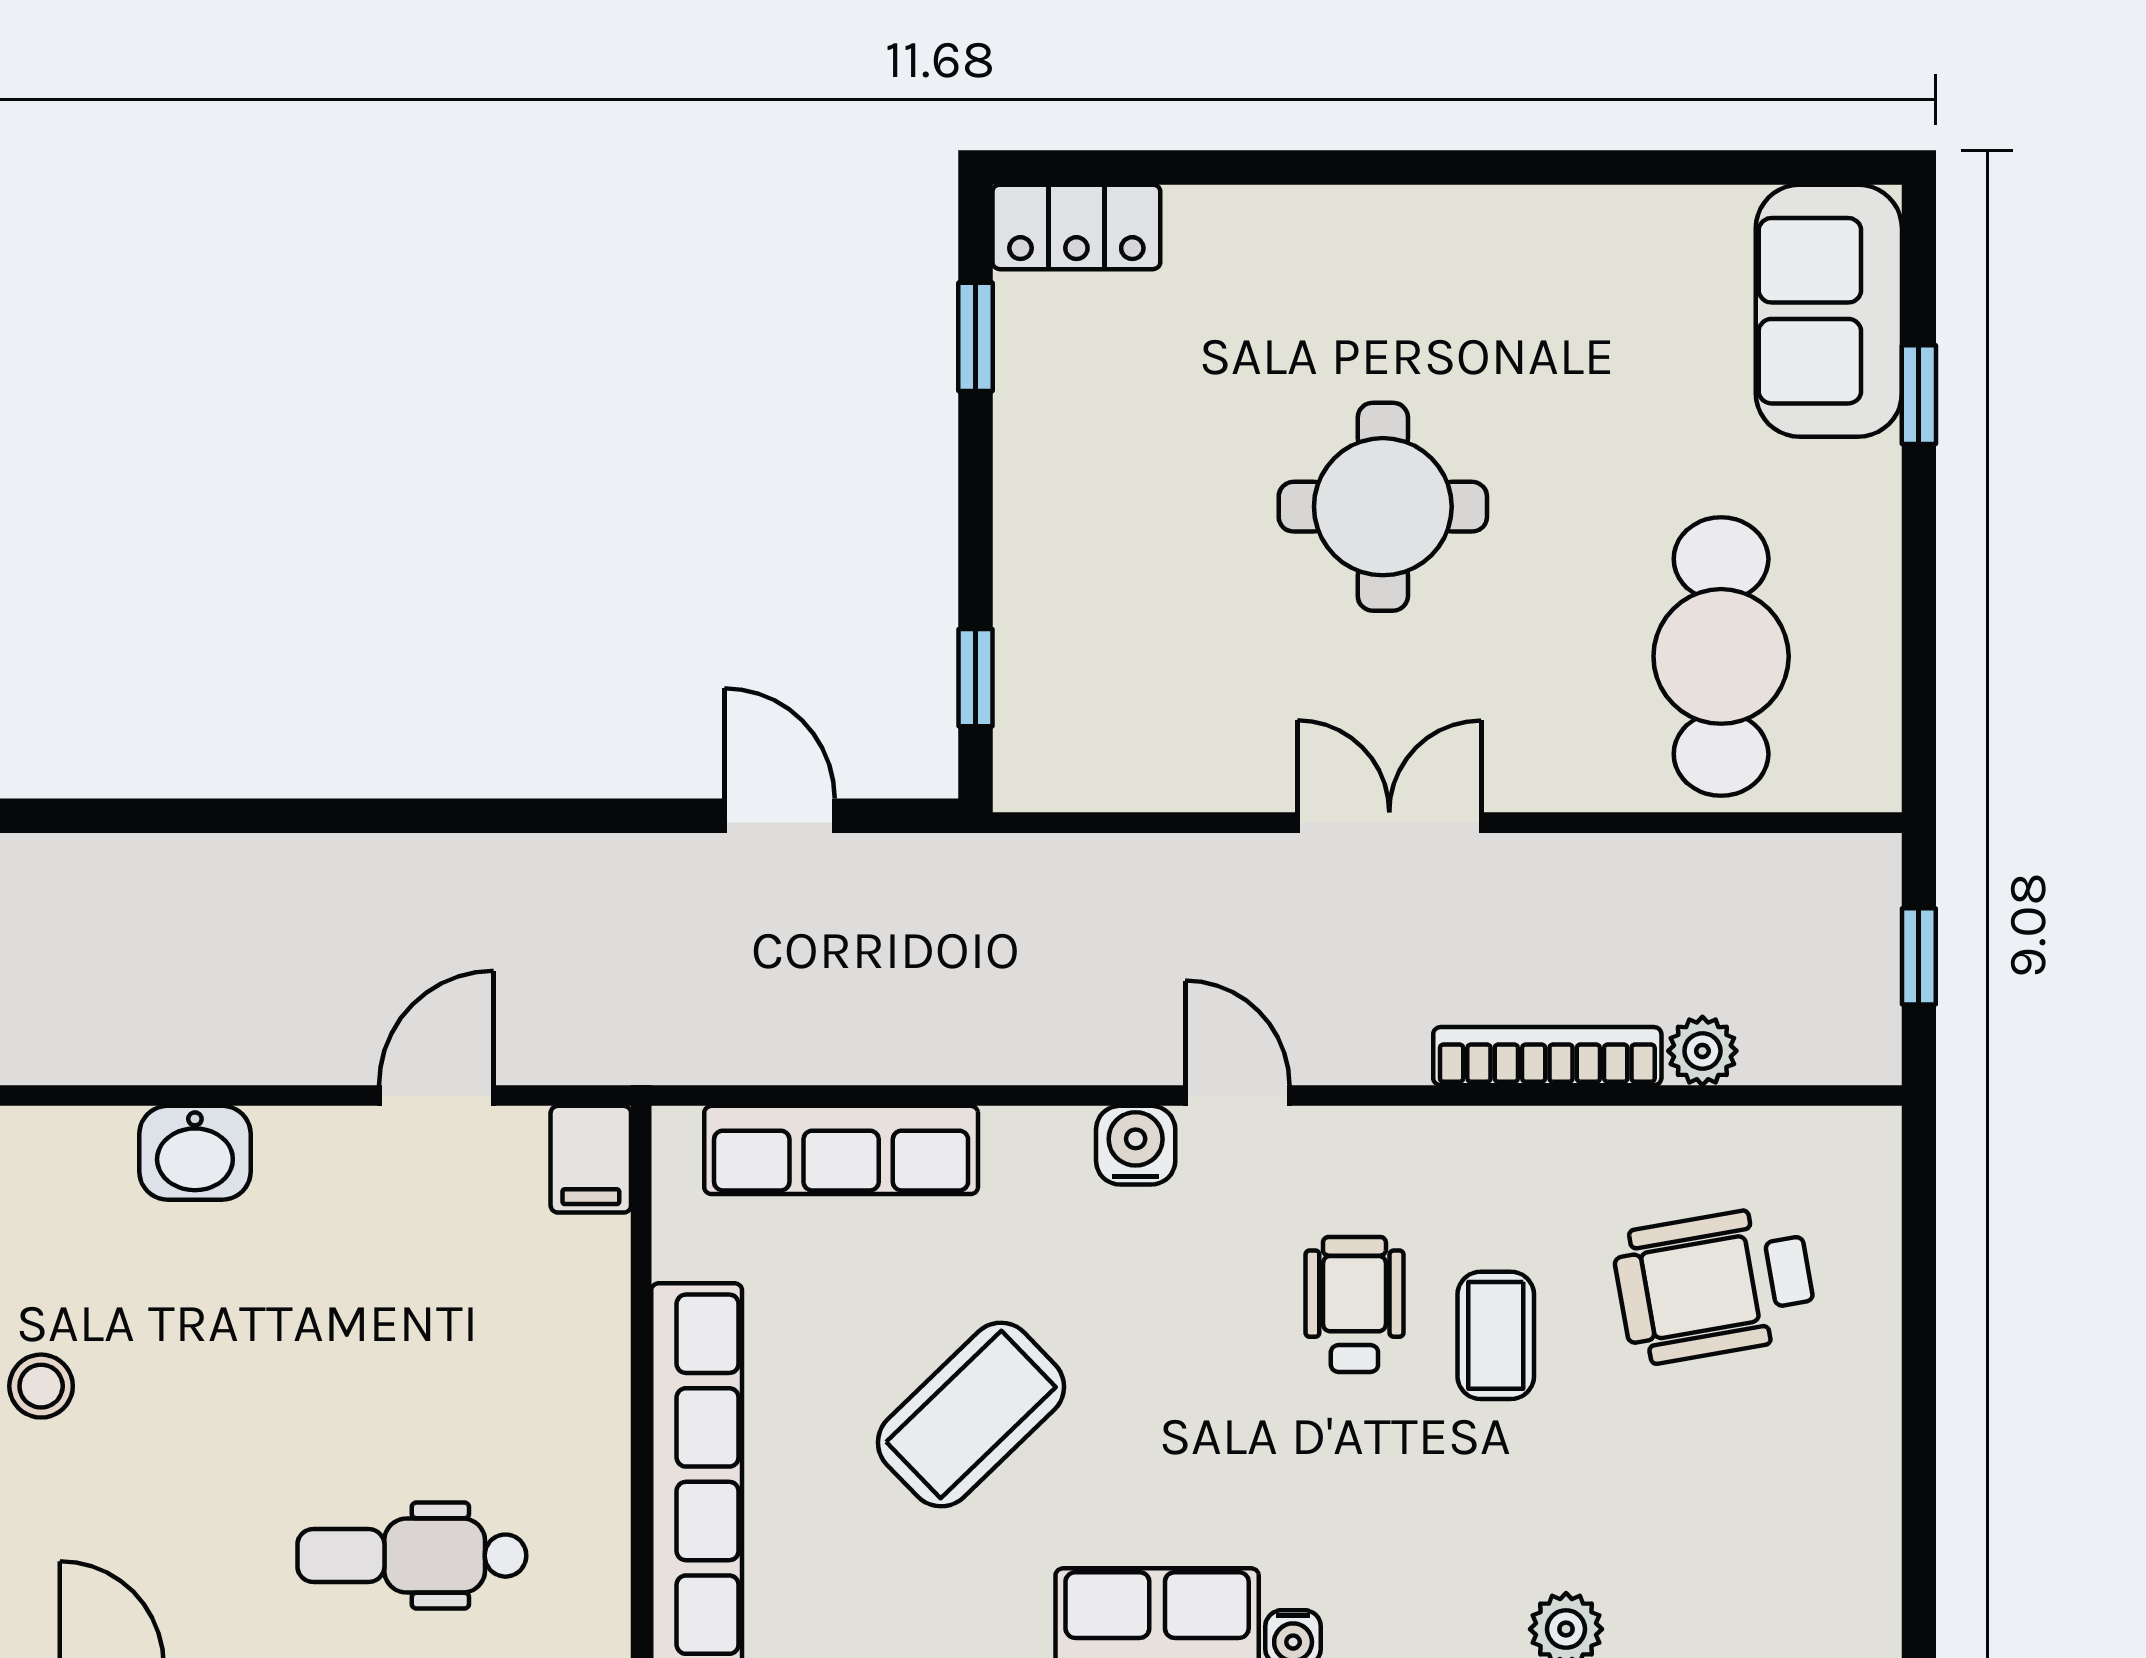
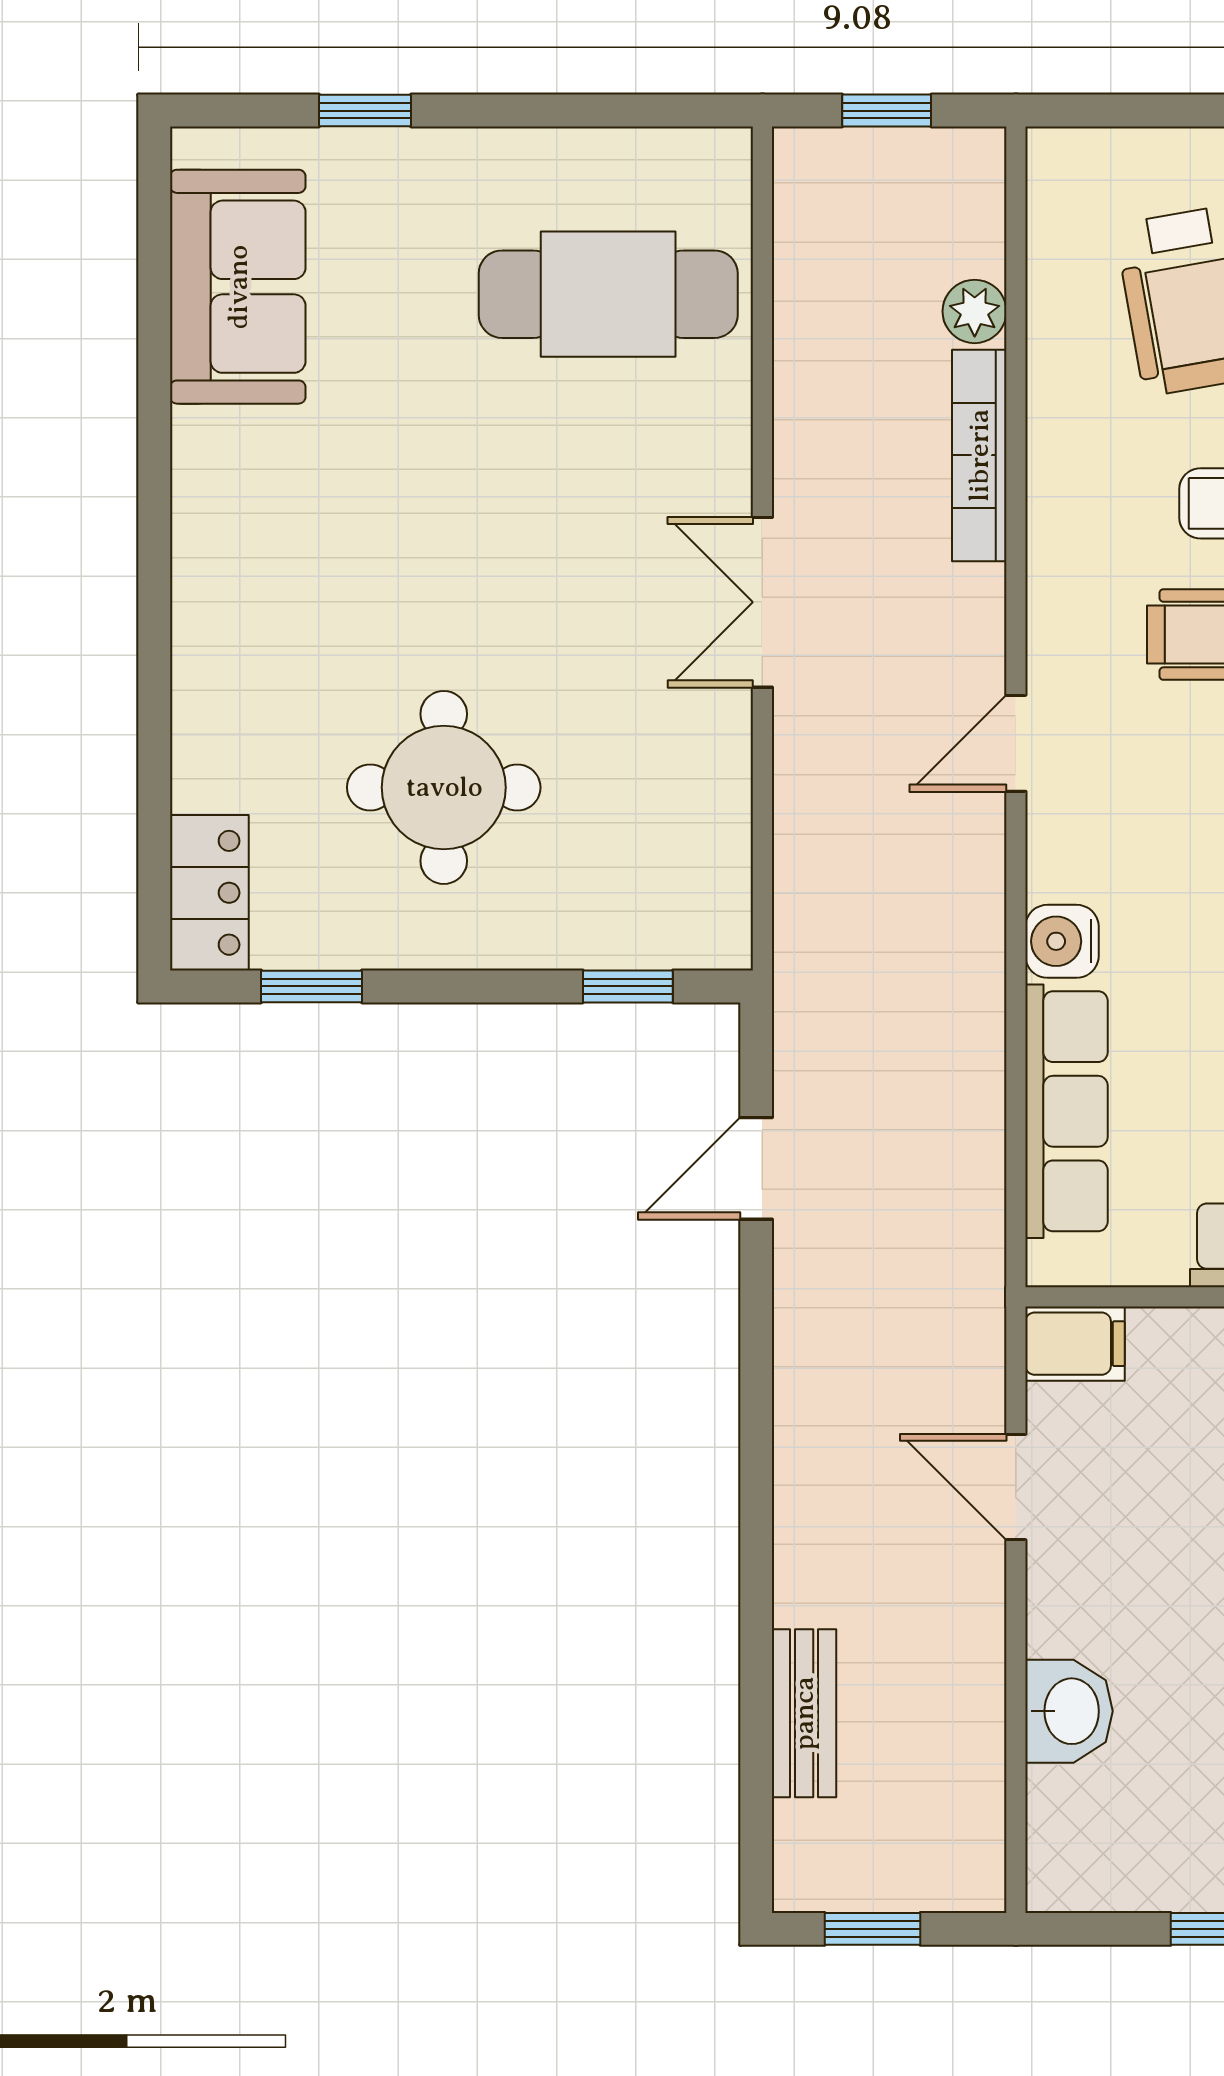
sofa: (1829, 311) -> (238, 287), moved, turned -90
round table: (1383, 507) -> (444, 787), moved
bench: (193, 867) -> (804, 1713), added
water cooler: (1136, 1145) -> (1062, 941), moved

